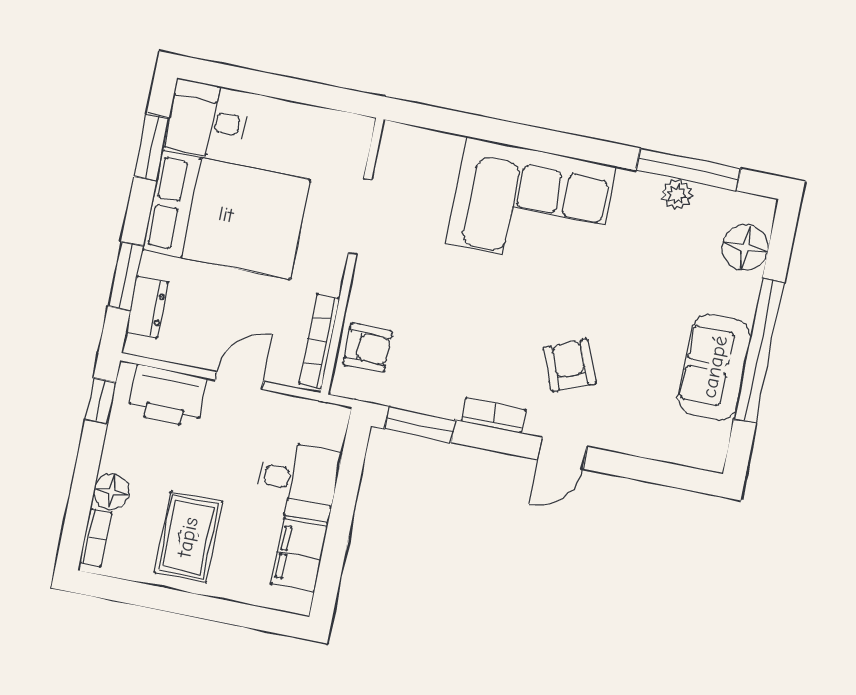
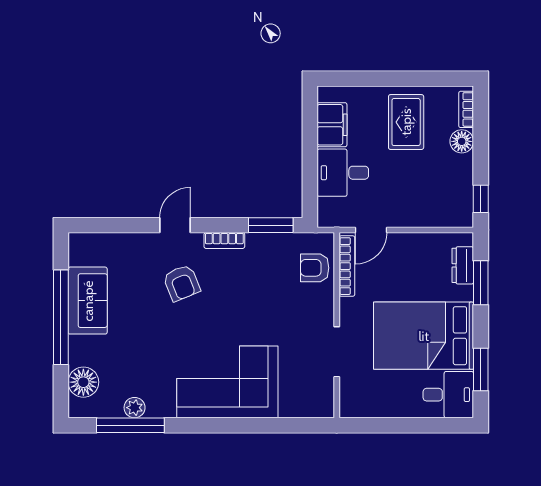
door: (239, 380) -> (371, 230), moved
printer: (167, 396) -> (438, 211), removed

